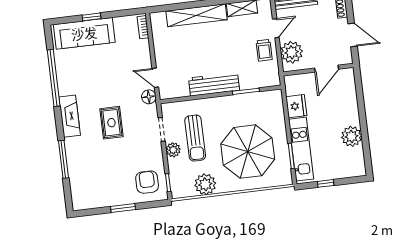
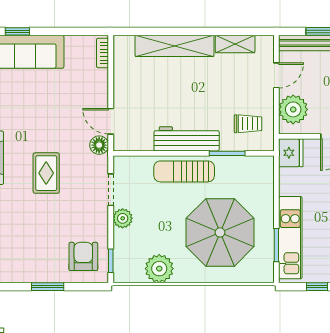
window: (92, 17) -> (17, 31), moved
trolley: (264, 50) -> (248, 124), moved, turned -90
fridge: (296, 106) -> (291, 153), moved
sun lounger: (195, 138) -> (184, 171), moved, turned 90

